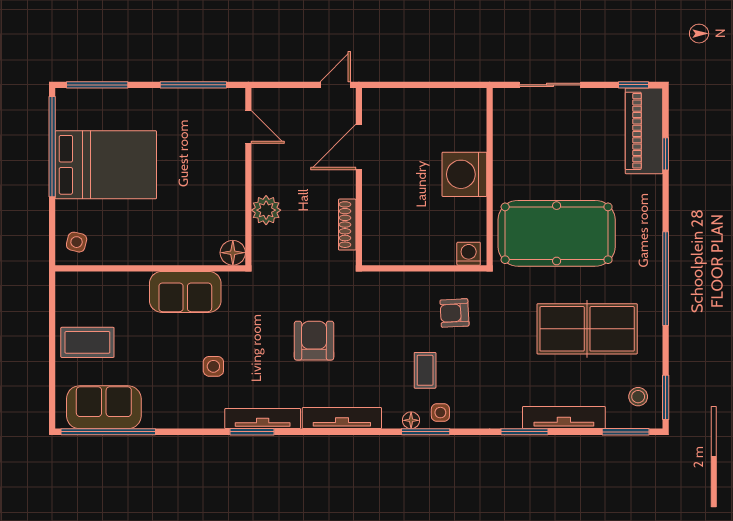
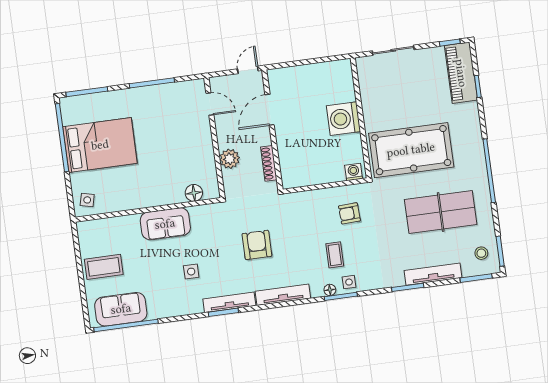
door: (248, 127) -> (210, 104), moved
wall: (248, 177) -> (214, 138), moved
plant: (266, 210) -> (230, 159), moved

